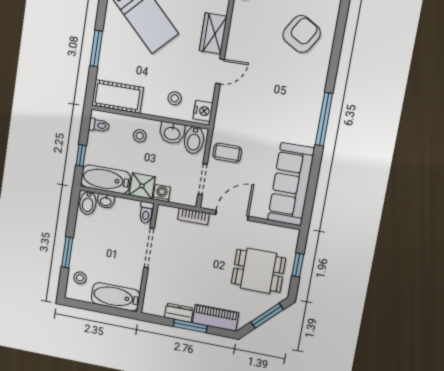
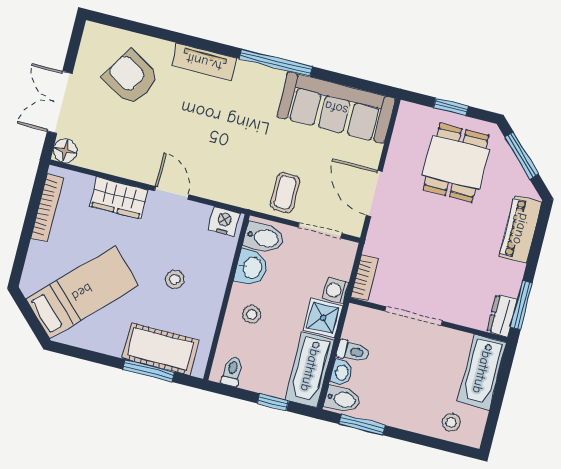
window: (96, 49) -> (149, 371), moved
tv unit: (317, 86) -> (204, 62), added
cot: (118, 96) -> (160, 349), moved, turned 90
stool: (175, 98) -> (175, 279), moved
window: (324, 119) -> (276, 63), moved
toilet: (146, 213) -> (353, 351), moved
bookcase: (193, 216) -> (365, 278), moved
window: (67, 252) -> (362, 425), moved
dresser: (179, 313) -> (502, 316), moved
window: (190, 326) -> (521, 305), moved

